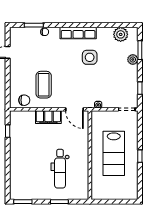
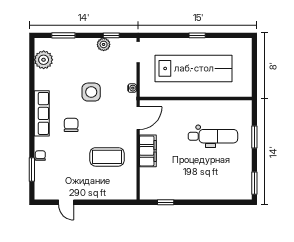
side table: (90, 57) -> (91, 92), moved
plant: (133, 59) -> (104, 44), moved
chair: (24, 100) -> (71, 125), moved
lab bench: (114, 153) -> (194, 68), width x1.36

